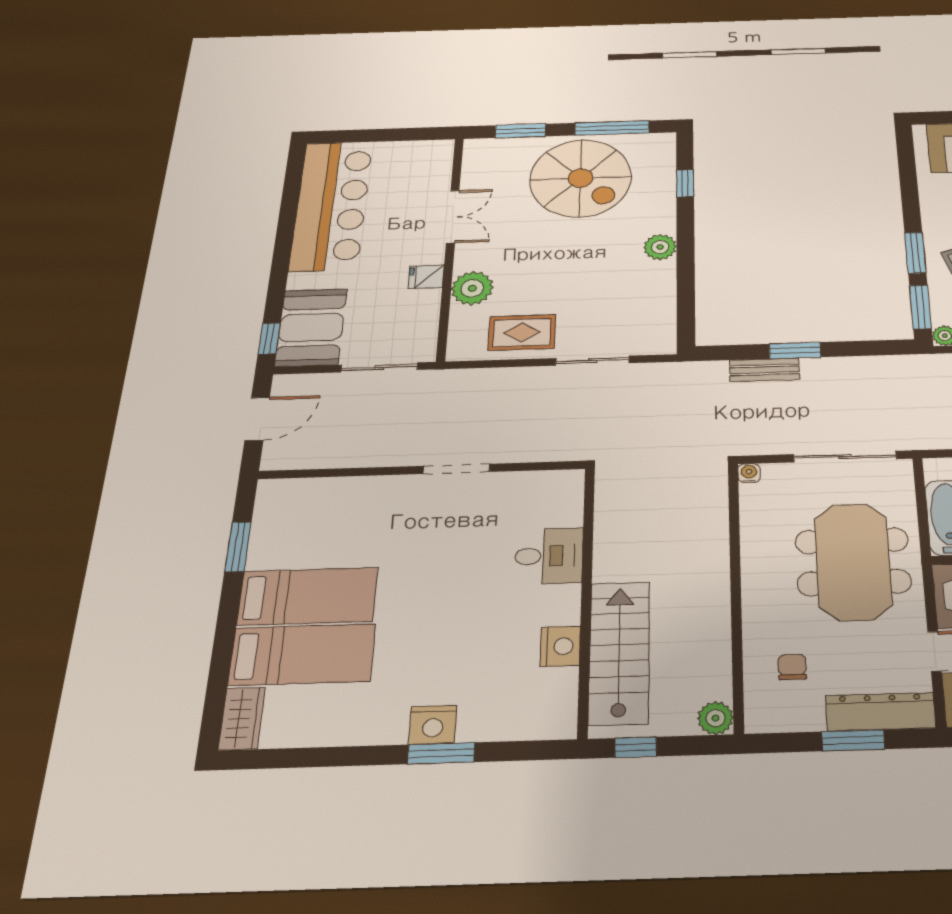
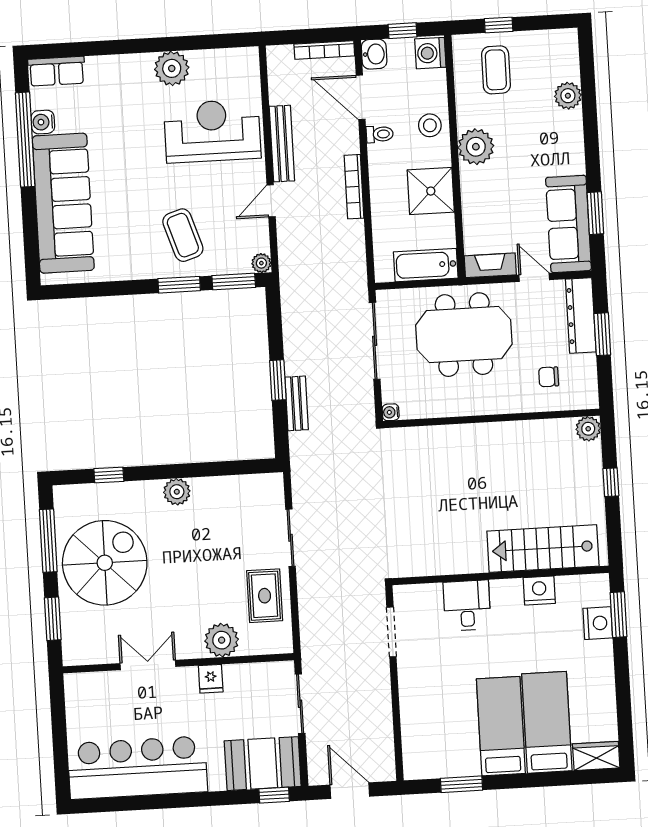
desk: (549, 556) -> (467, 606), moved
wall: (586, 598) -> (500, 575), moved
nightstand: (560, 646) -> (539, 591), moved
stairs: (619, 652) -> (543, 549), moved

